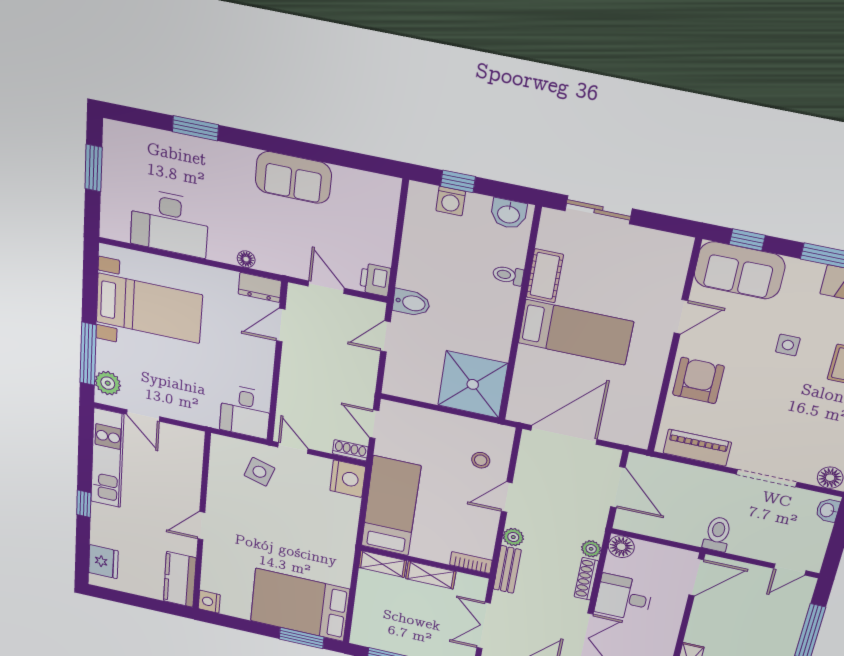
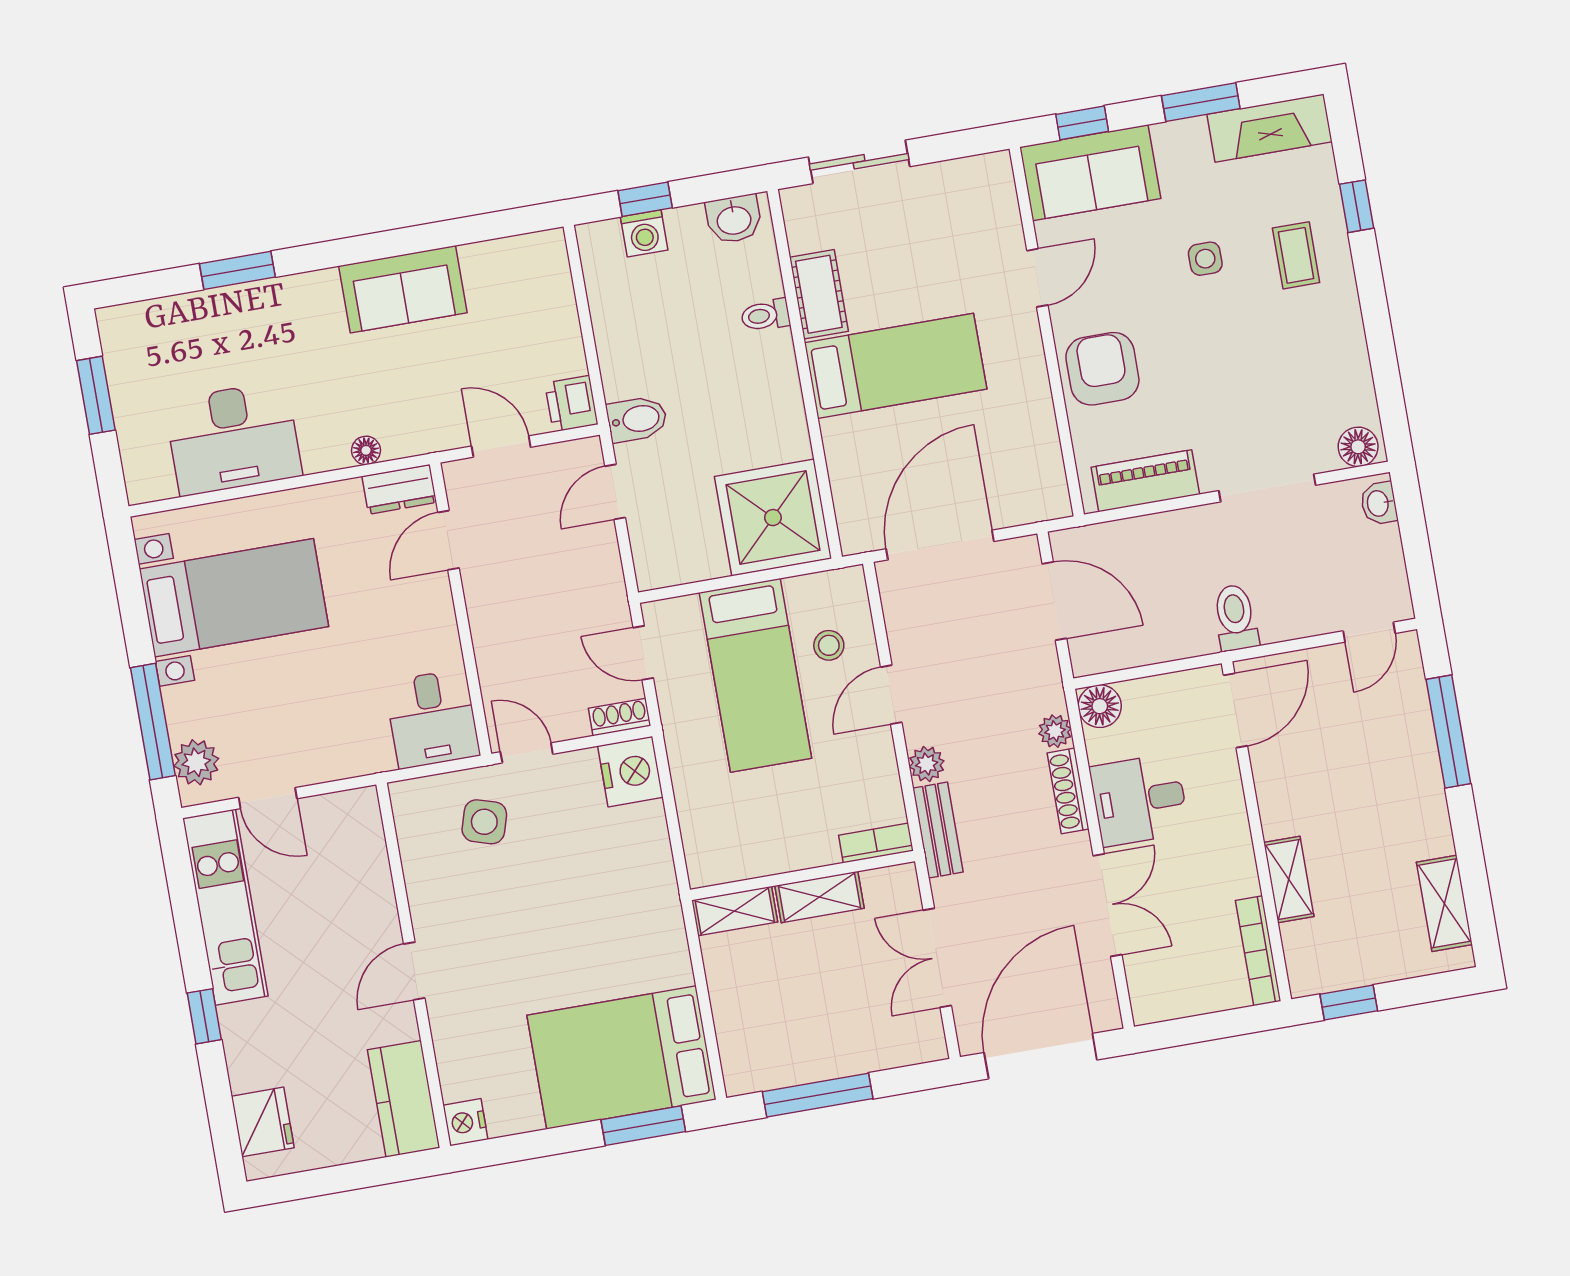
bed: (391, 506) -> (755, 675), moved, turned 180

